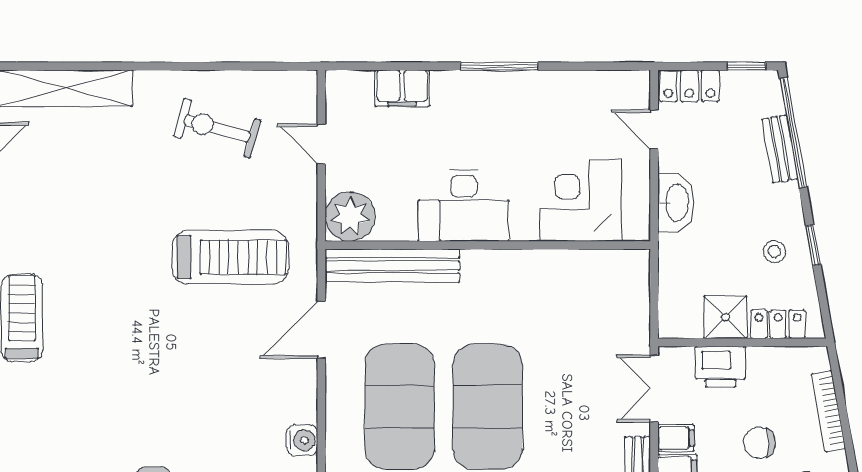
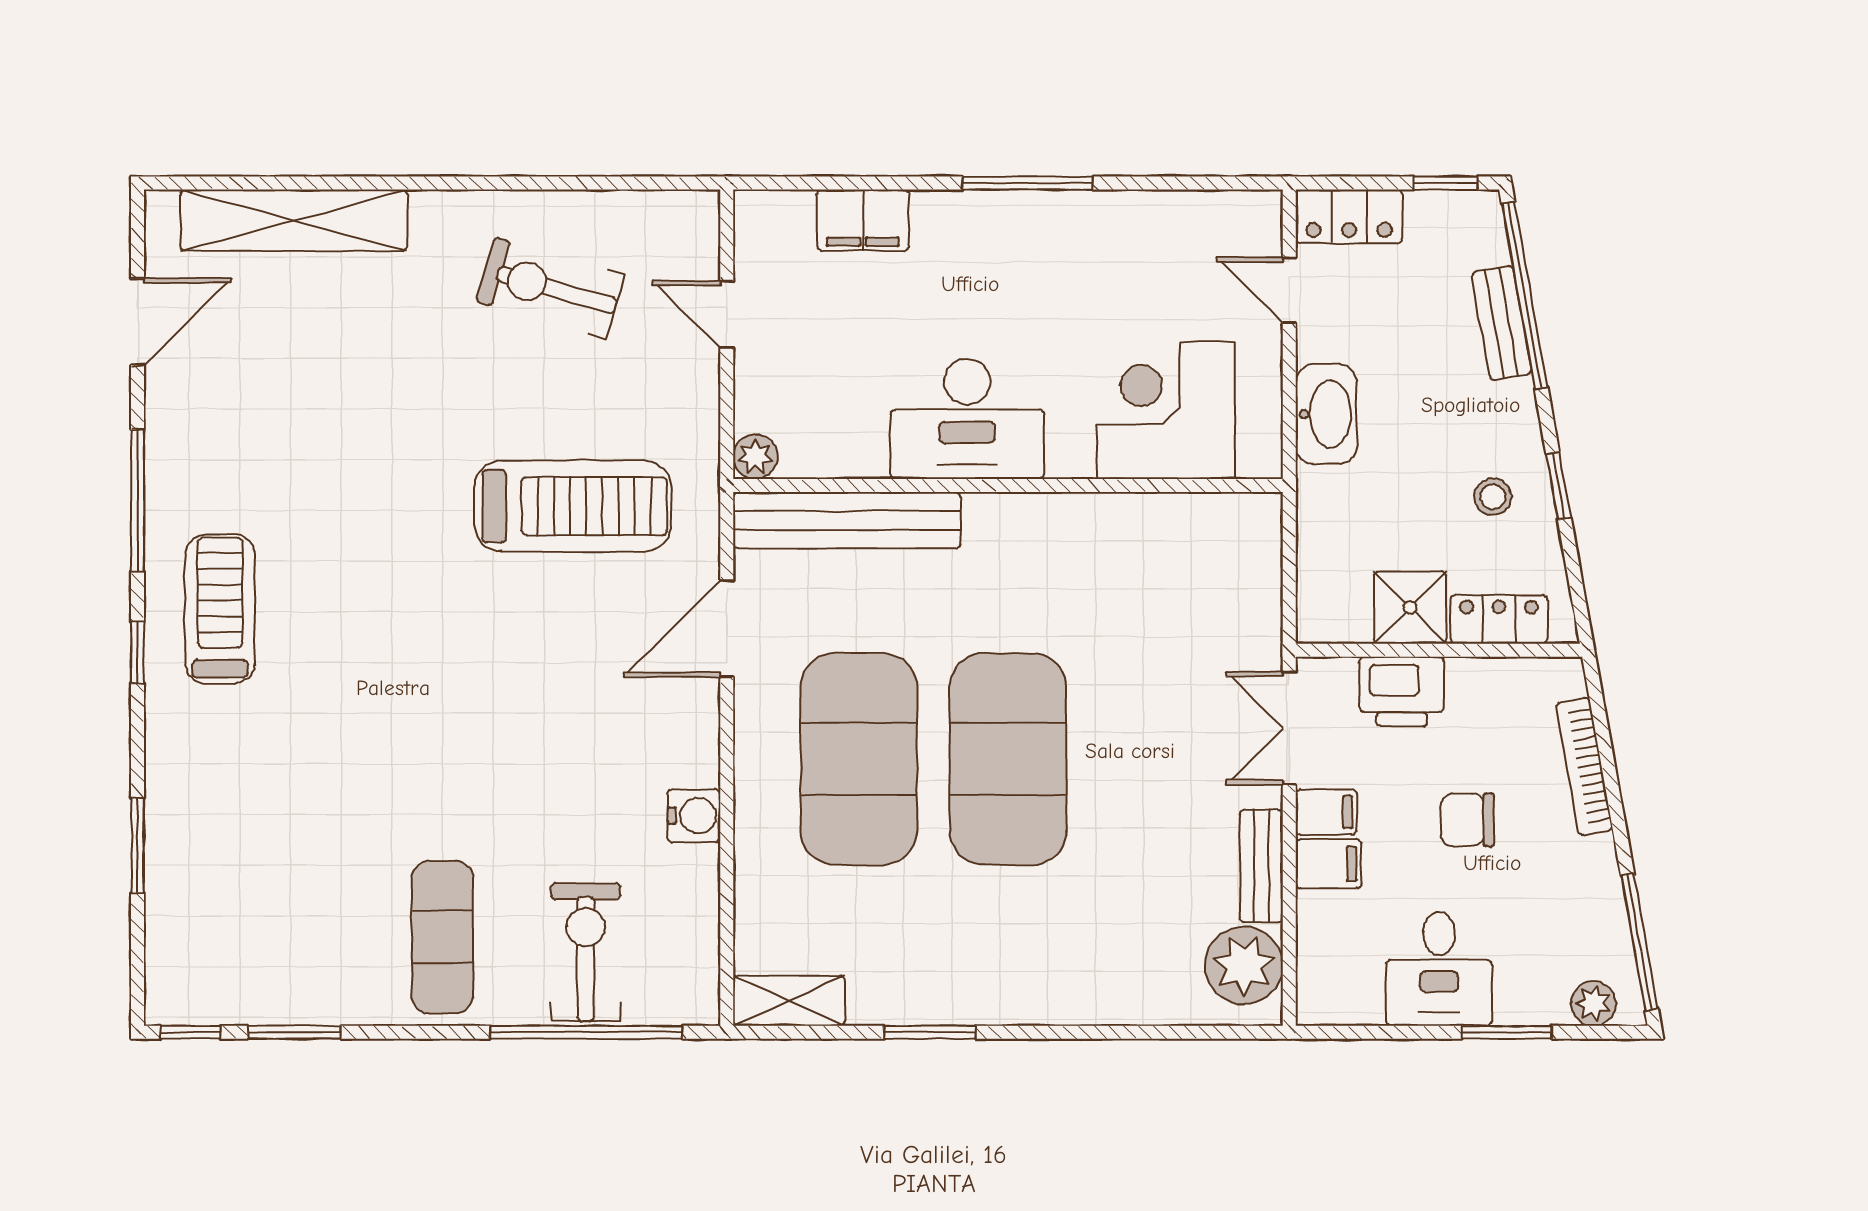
plant: (350, 216) -> (755, 457), width x0.53, depth x0.53

